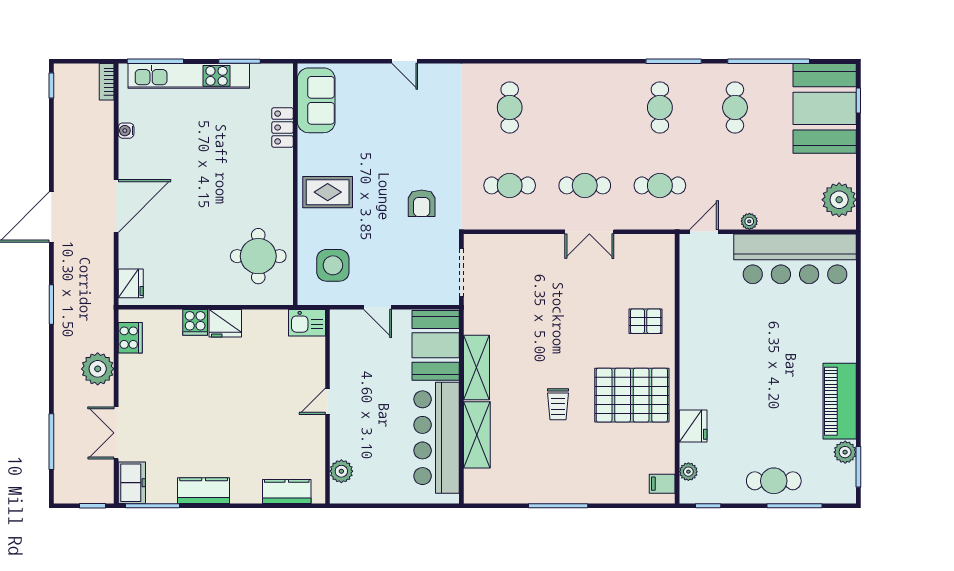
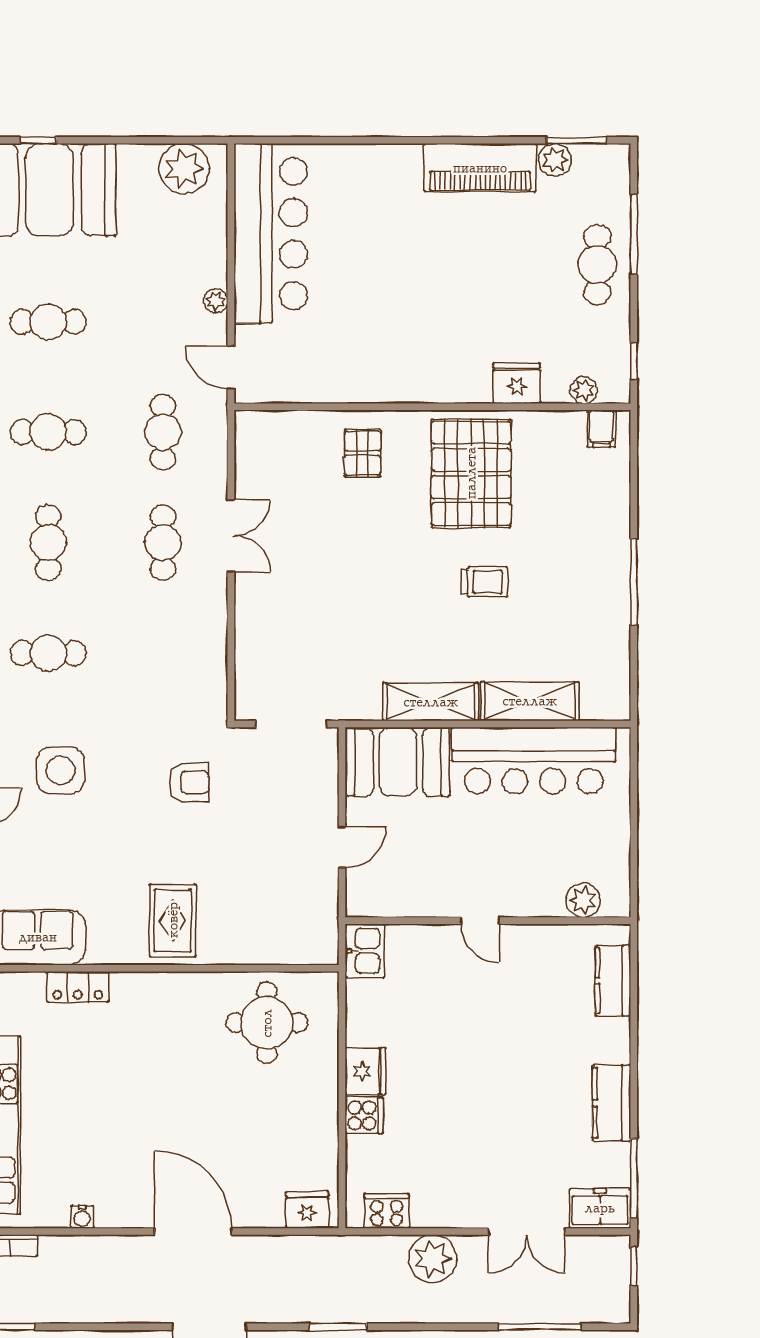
cafe table: (510, 185) -> (48, 543), moved
side table: (333, 265) -> (61, 770), moved

